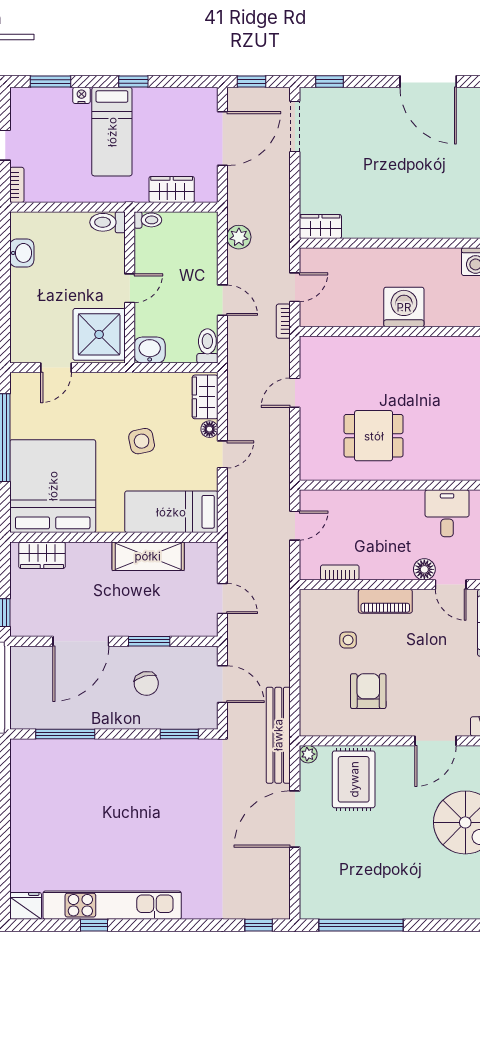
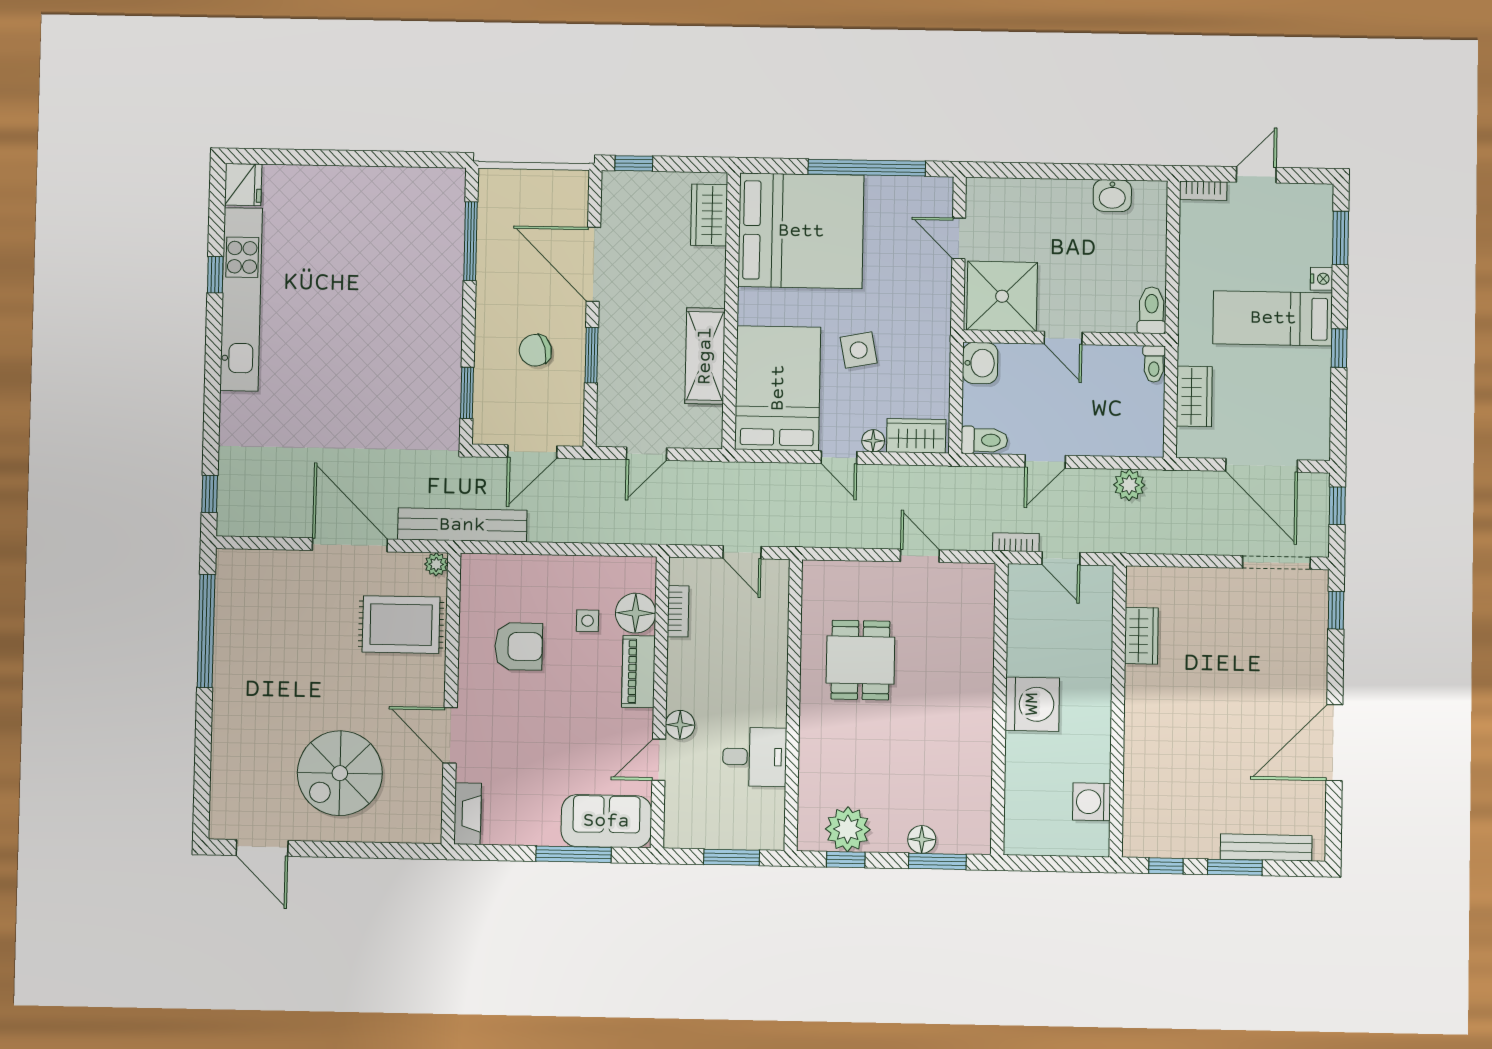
wardrobe: (320, 226) -> (1141, 636), moved
bed: (171, 512) -> (778, 388), width x1.50
floor lamp: (342, 604) -> (636, 613), added

